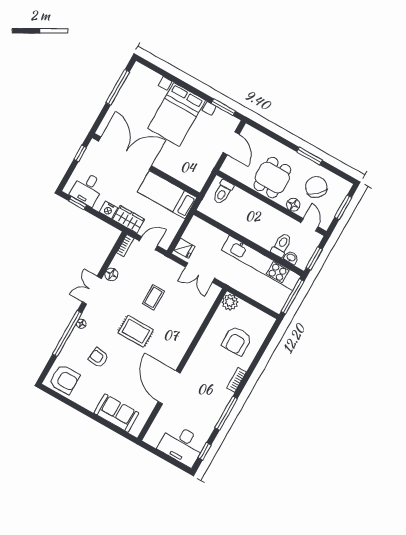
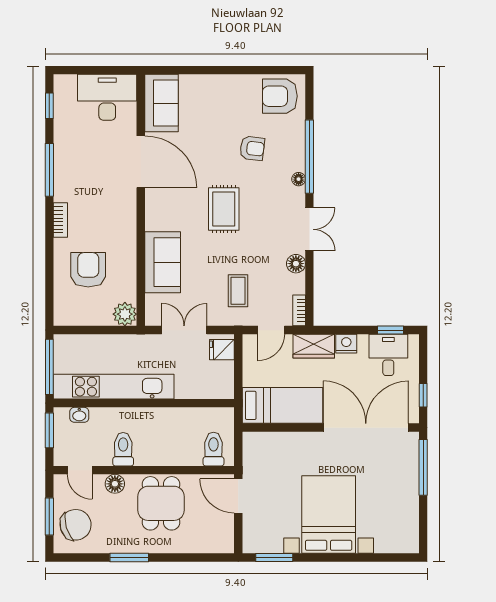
window: (118, 87) -> (423, 467), moved
door: (231, 143) -> (238, 496), moved
double door: (125, 153) -> (366, 428), swing flipped
chair: (316, 187) -> (76, 525), moved, turned -64
toilet: (282, 245) -> (123, 449), moved, turned 180
coffee table: (153, 297) -> (238, 291), moved
sofa: (190, 320) -> (163, 262), added
rug: (136, 331) -> (224, 209), turned 90
sofa: (116, 413) -> (162, 103), moved, turned -90
desk: (182, 445) -> (107, 97), moved

